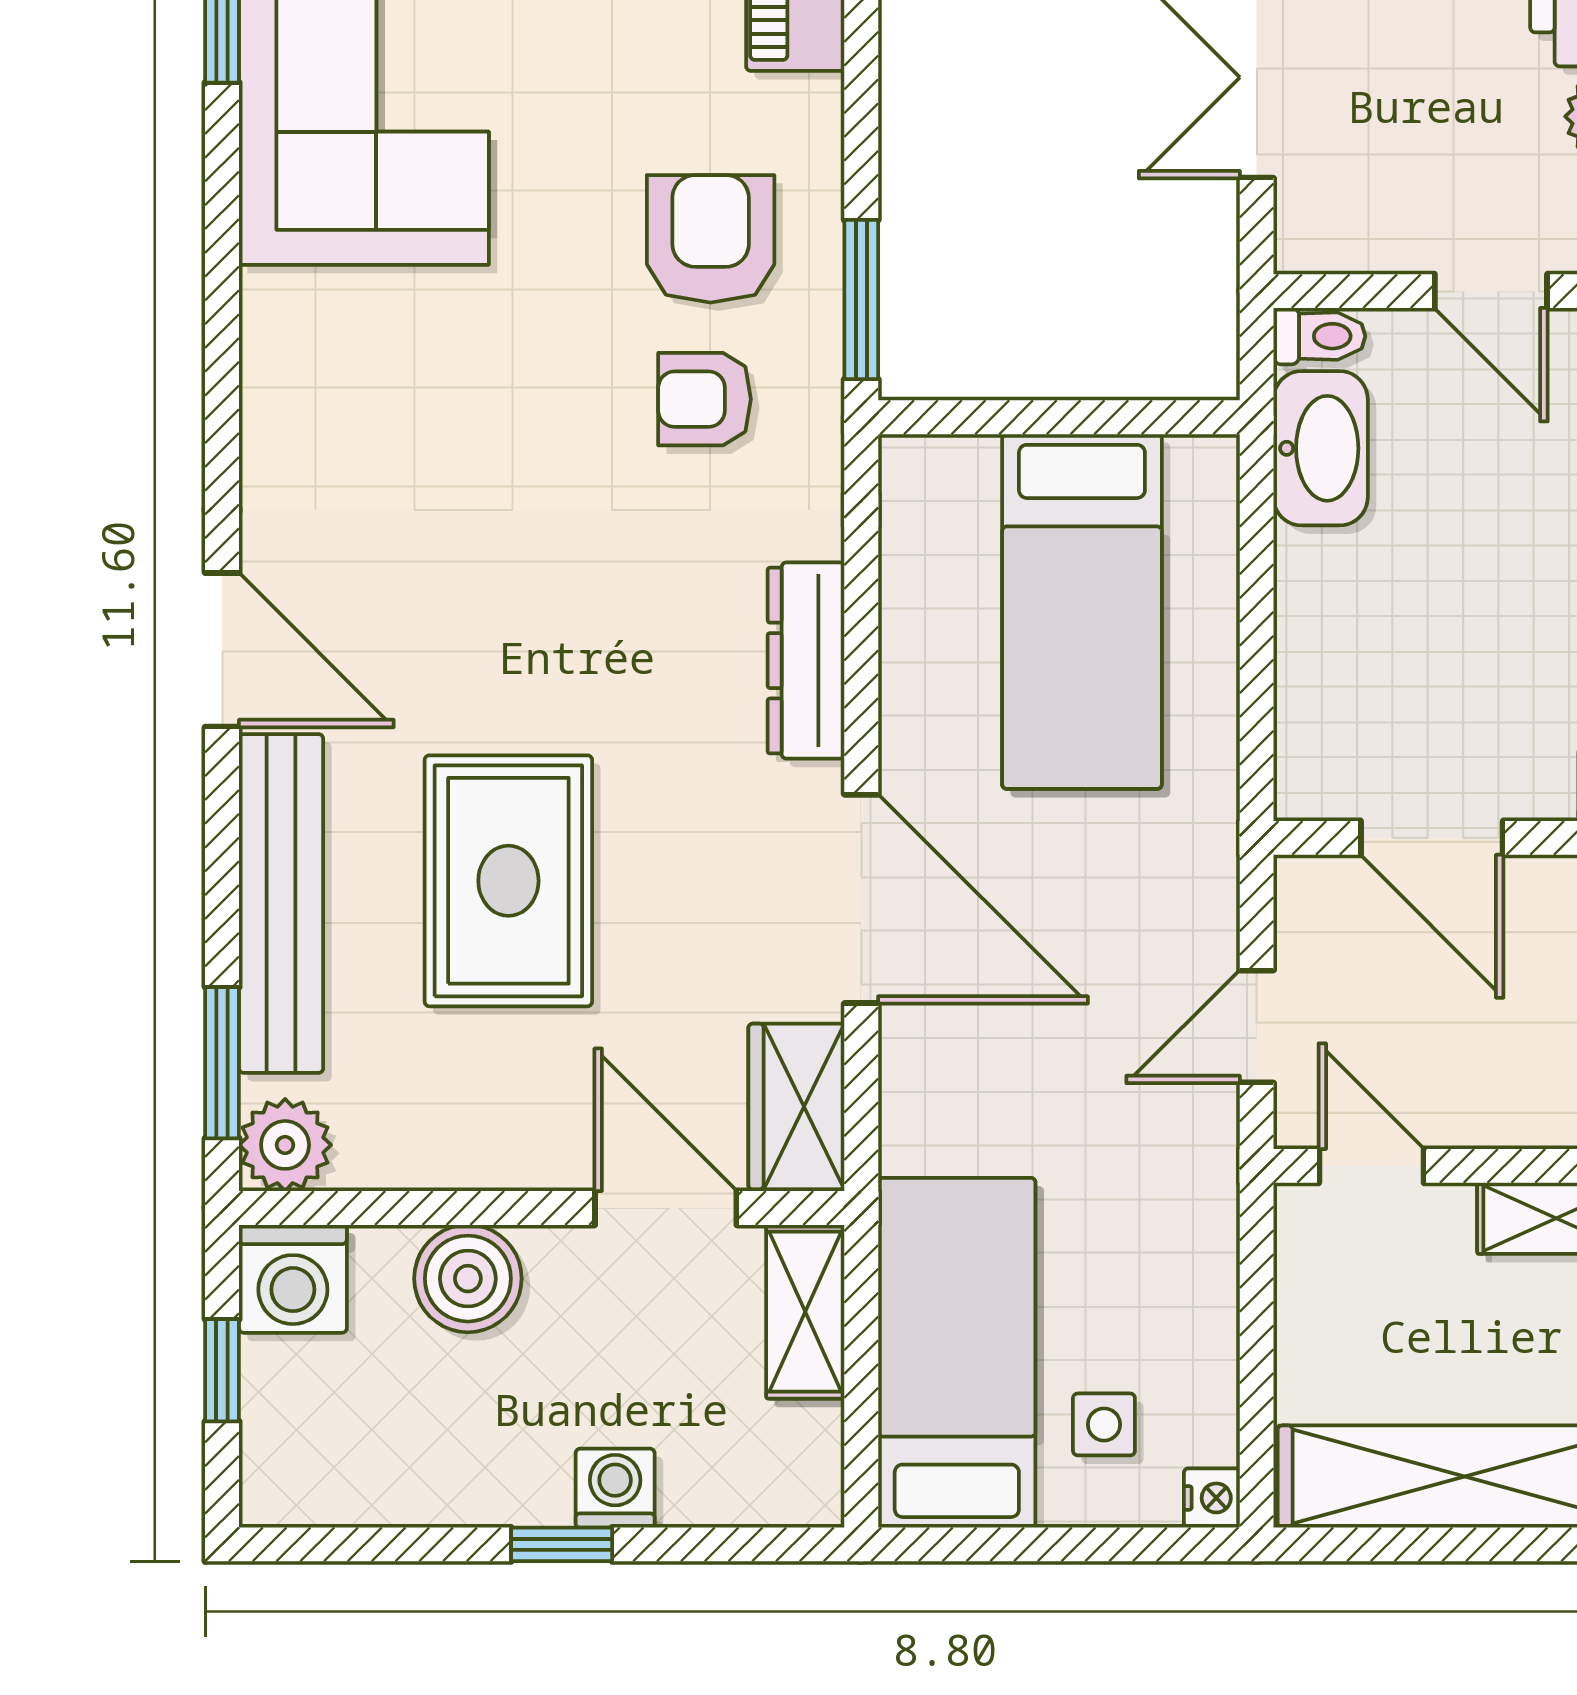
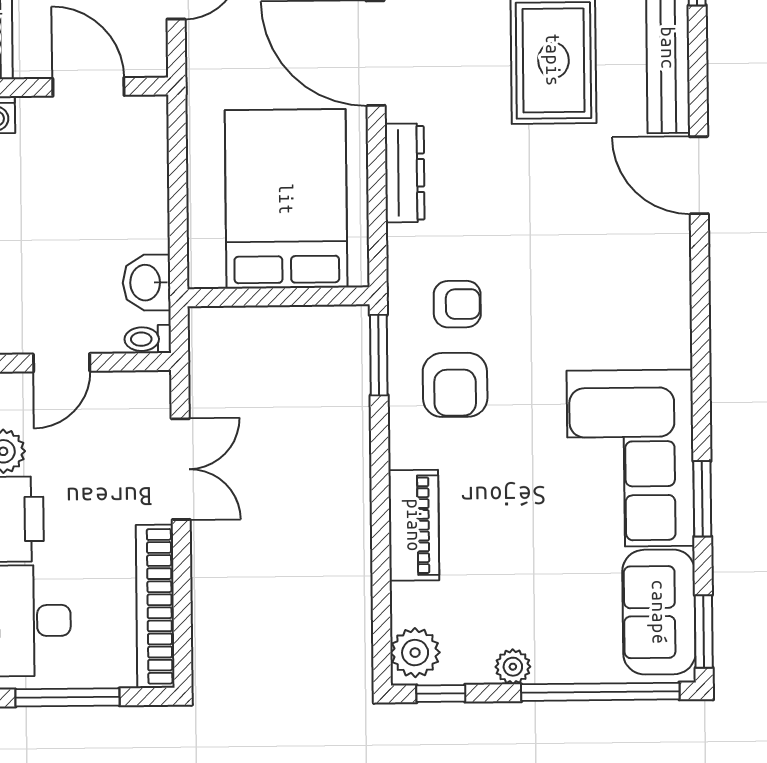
door: (1491, 291) -> (62, 363), swing flipped
washbasin: (1321, 448) -> (147, 283), width x0.72
bed: (1082, 612) -> (286, 199), width x1.50

